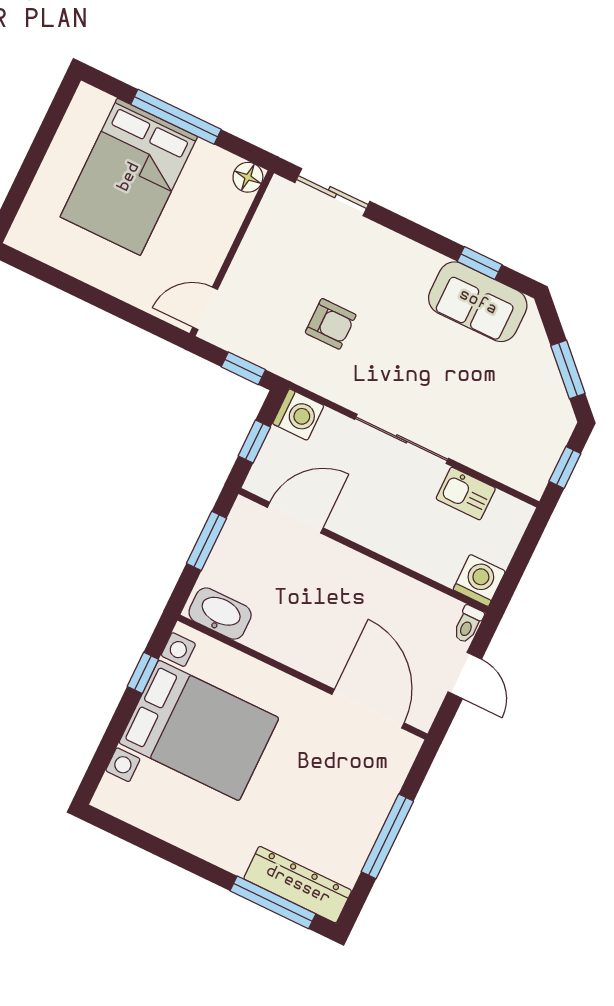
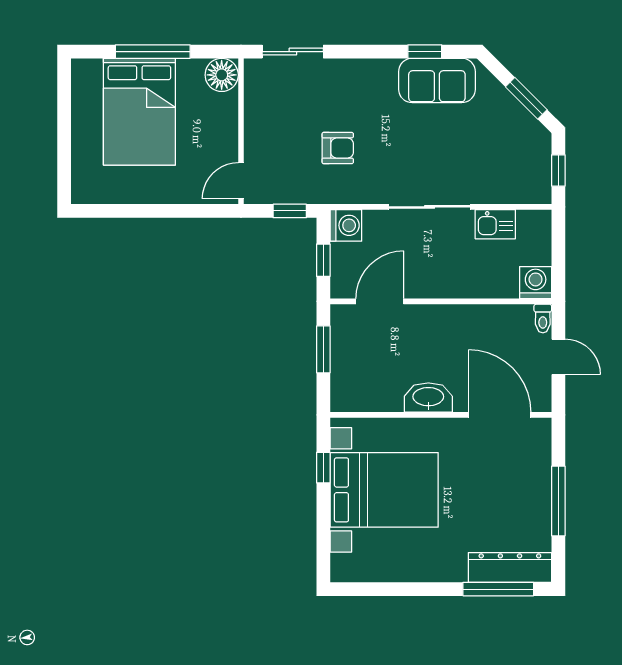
floor lamp: (248, 177) -> (222, 75), width x1.38, depth x1.38
washbasin: (220, 614) -> (428, 397), moved

